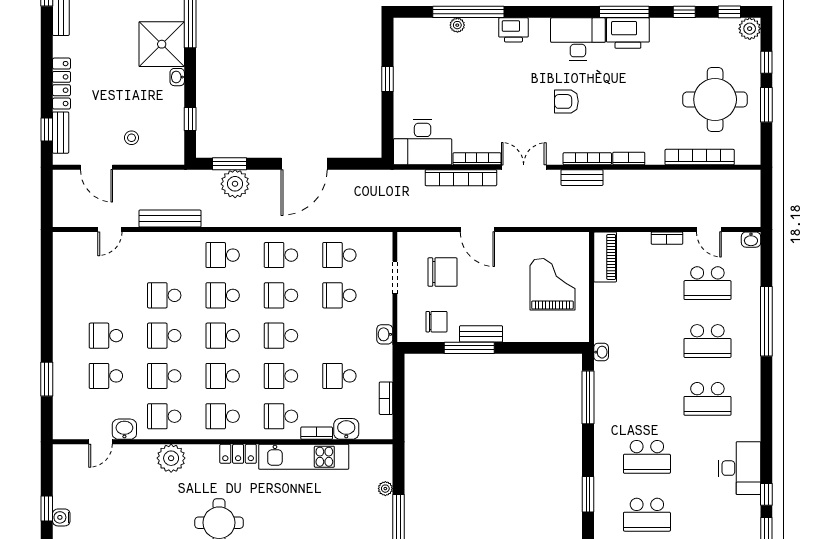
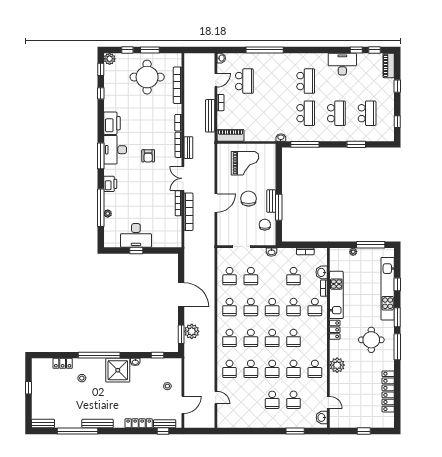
window: (624, 12) -> (101, 156), moved
desk: (423, 142) -> (136, 235), moved, turned 90
bench: (170, 219) -> (210, 116), moved
chair: (442, 272) -> (249, 199), moved
grand piano: (552, 284) -> (245, 163), turned 180
school desk: (707, 341) -> (306, 113), moved
school desk: (223, 416) -> (229, 369), moved
washbasin: (124, 429) -> (322, 417), moved
water cooler: (61, 517) -> (368, 423), removed

